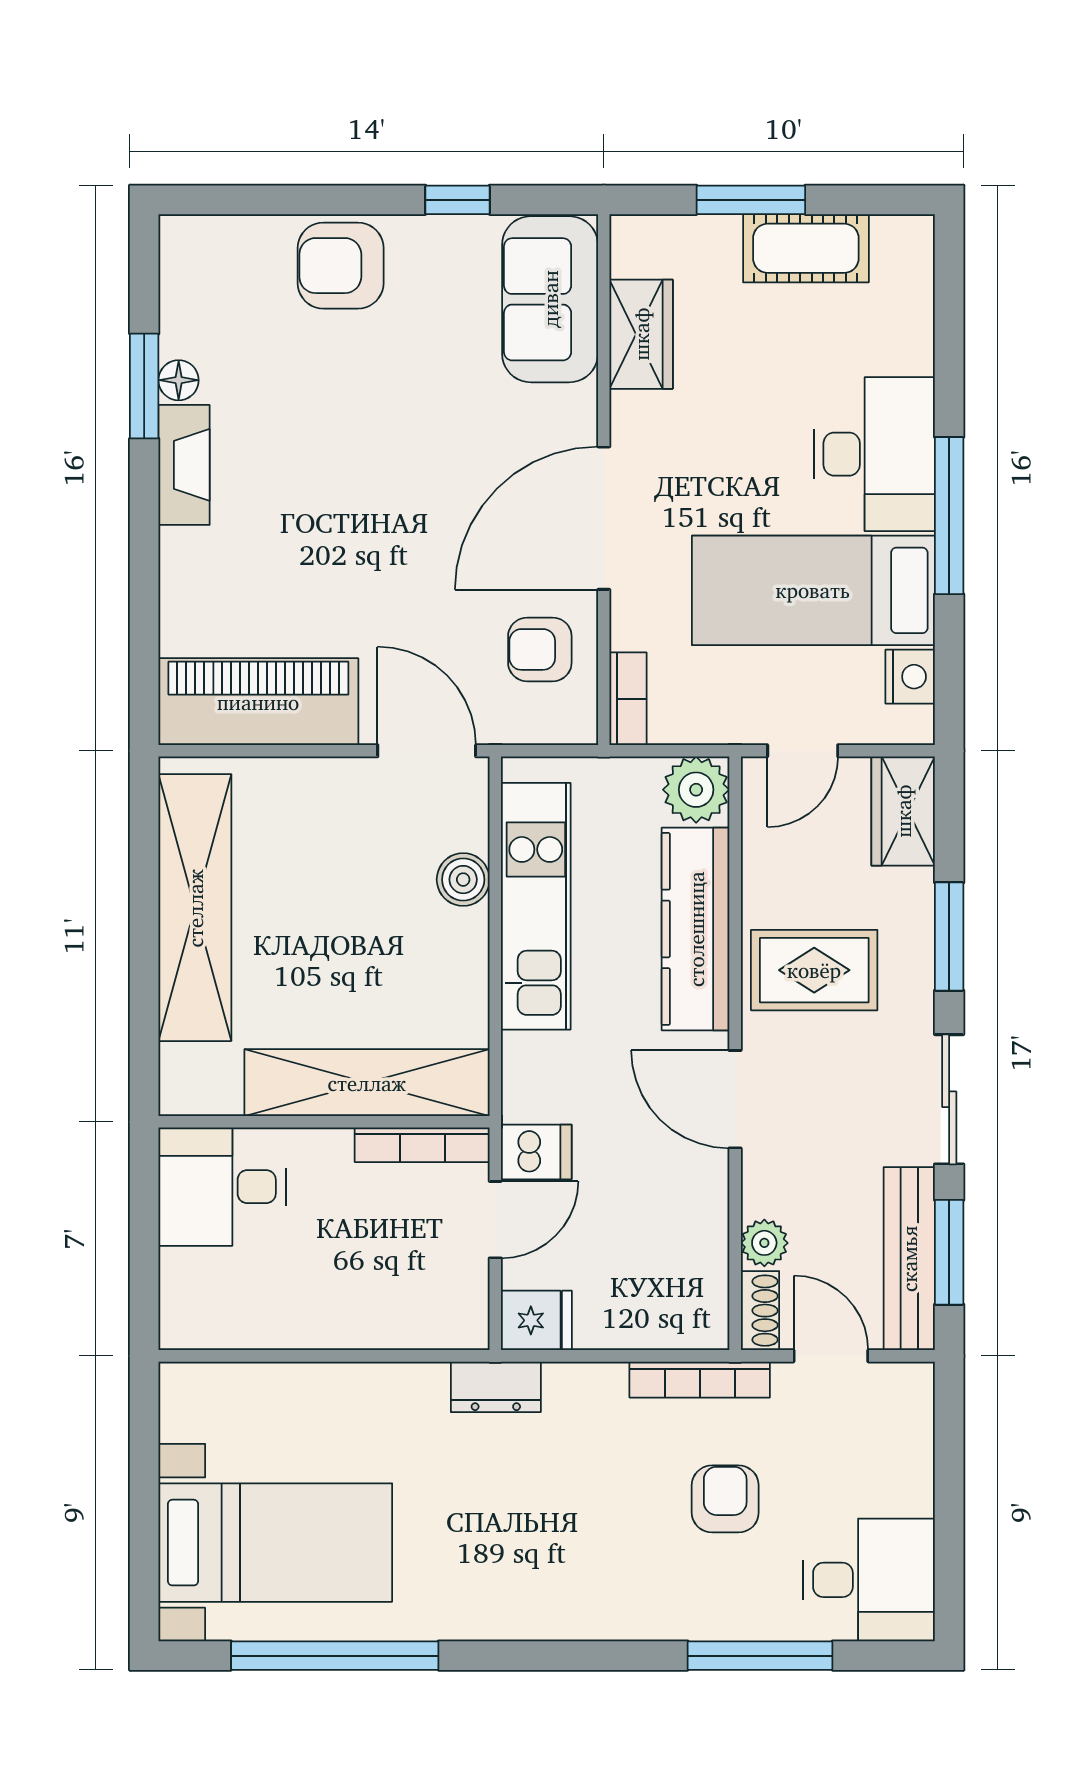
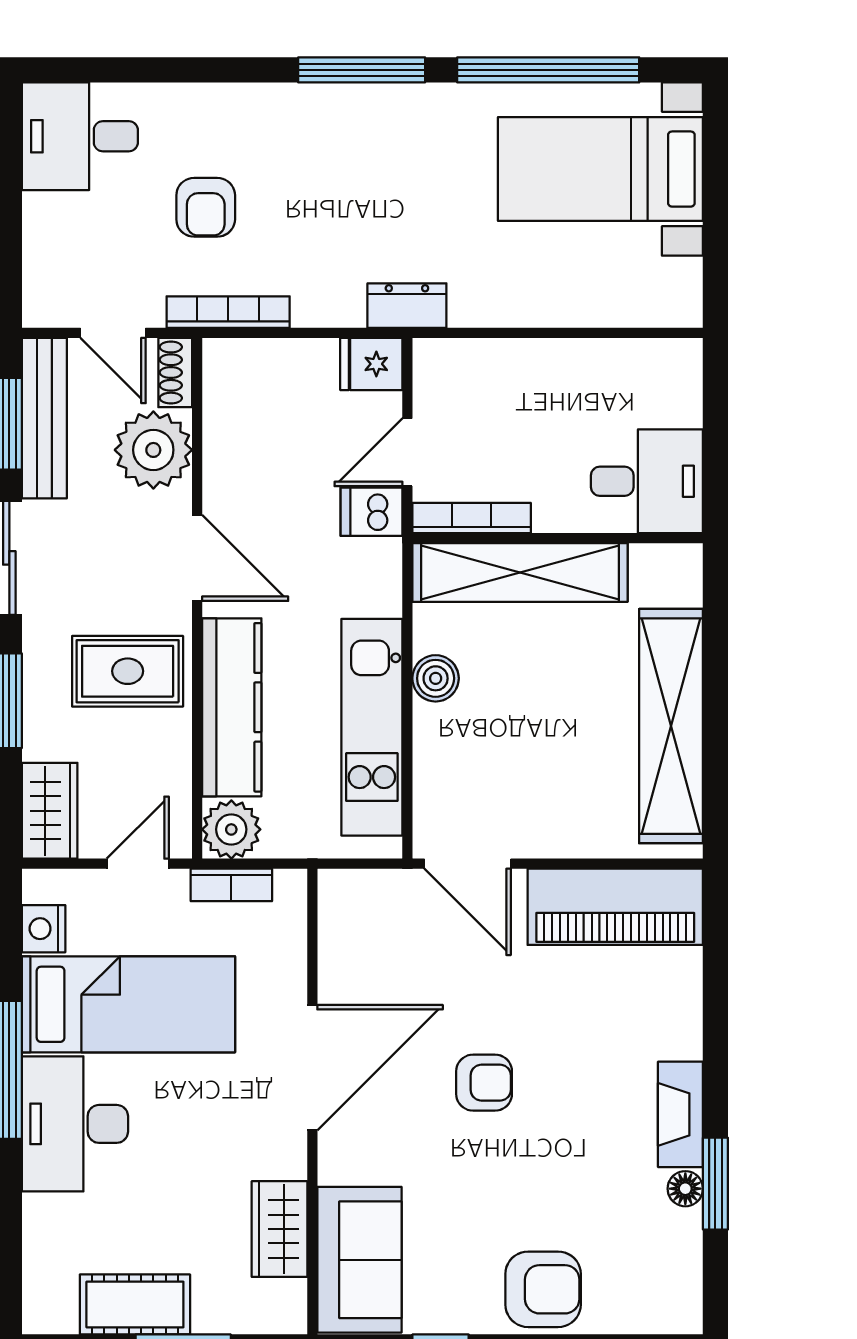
armchair: (540, 649) -> (484, 1083), moved
bookcase: (628, 699) -> (231, 885), moved, turned -90
boiler: (463, 880) -> (436, 678), moved
plant: (764, 1243) -> (153, 450), width x1.87, depth x1.87
window: (760, 1656) -> (362, 70), moved

